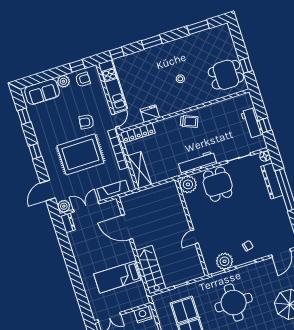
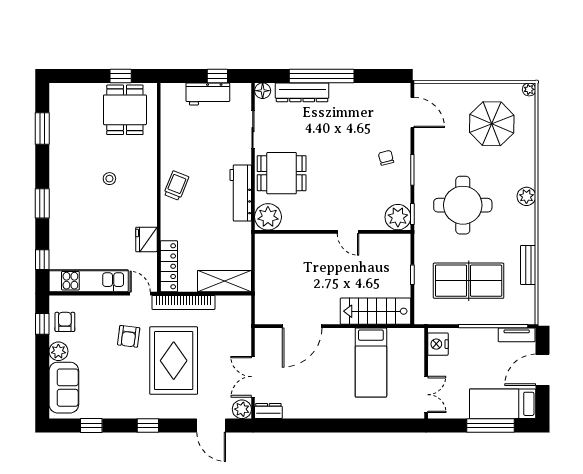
fireplace: (113, 190) -> (242, 329), removed
plant: (224, 261) -> (398, 217), moved

